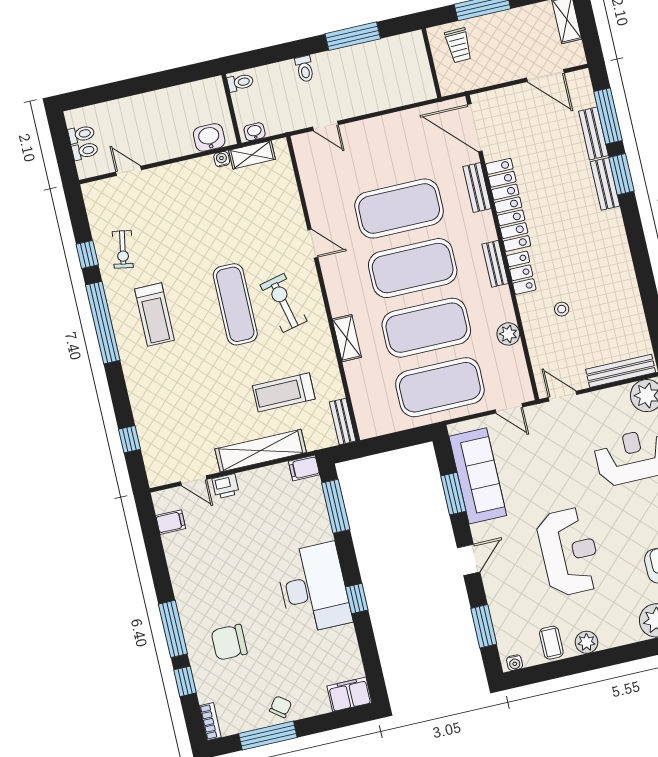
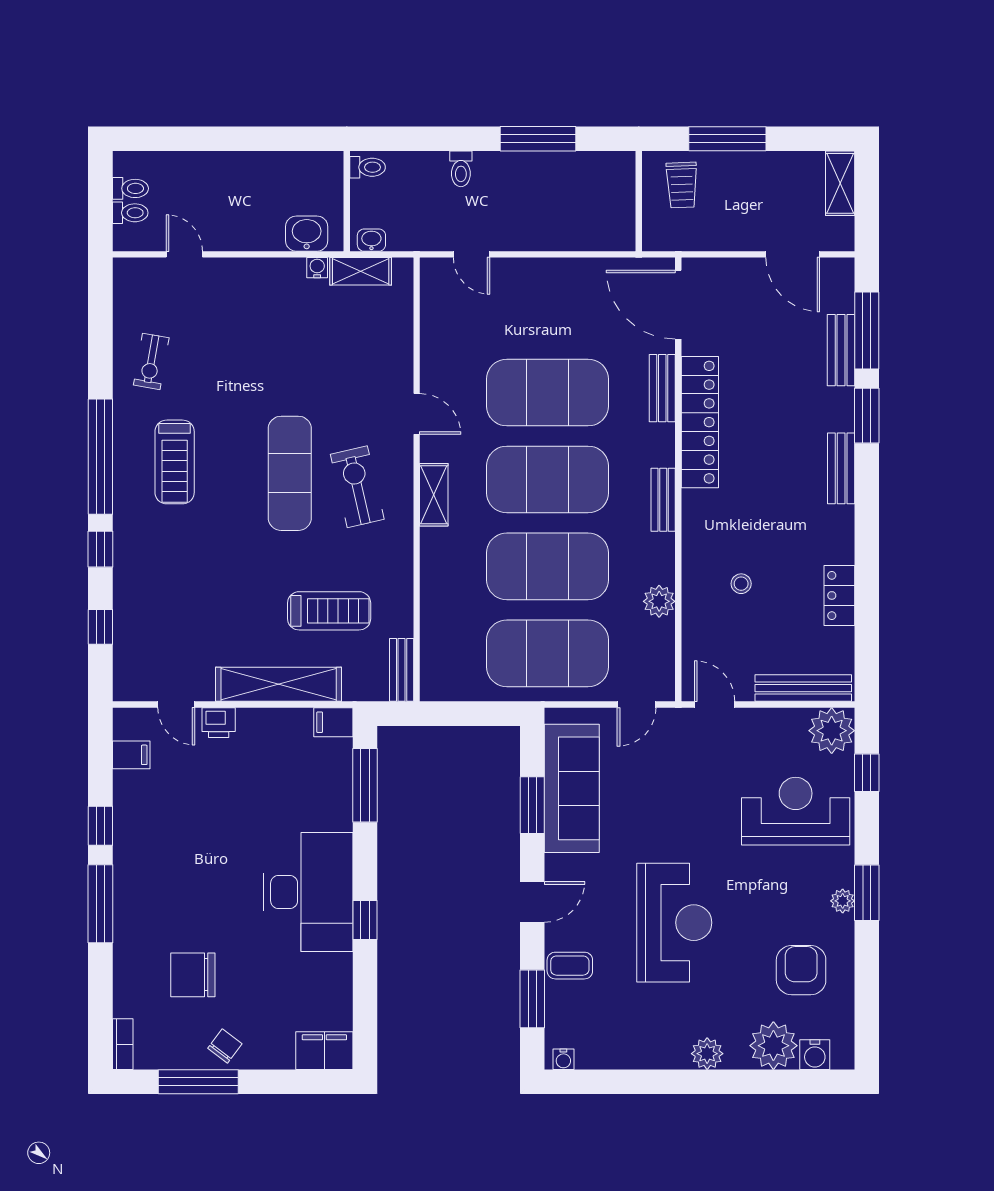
bench: (605, 184) -> (841, 468), moved
window: (87, 254) -> (100, 549), moved
locker: (521, 273) -> (839, 595), moved, turned 180
shelving: (347, 338) -> (434, 495), moved
treadmill: (284, 392) -> (329, 611), turned 180
door: (509, 408) -> (636, 705), hinge flipped
chair: (229, 642) -> (193, 975), moved
plant: (587, 642) -> (707, 1054), moved
coffee table: (551, 643) -> (570, 966), moved, turned 90
window: (185, 681) -> (100, 826), moved

